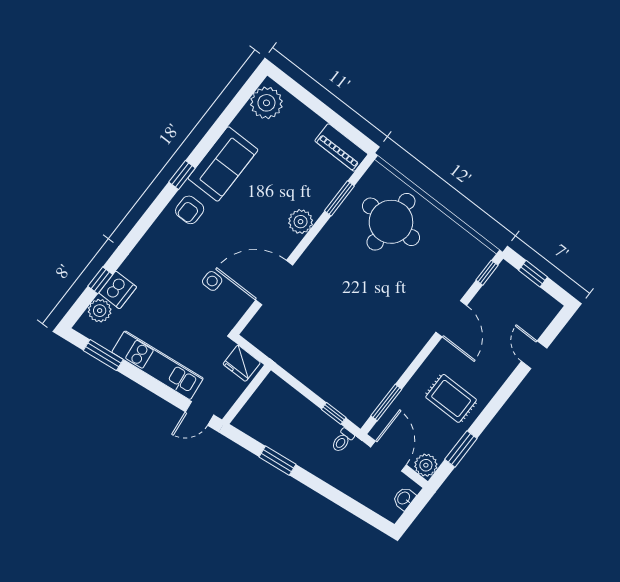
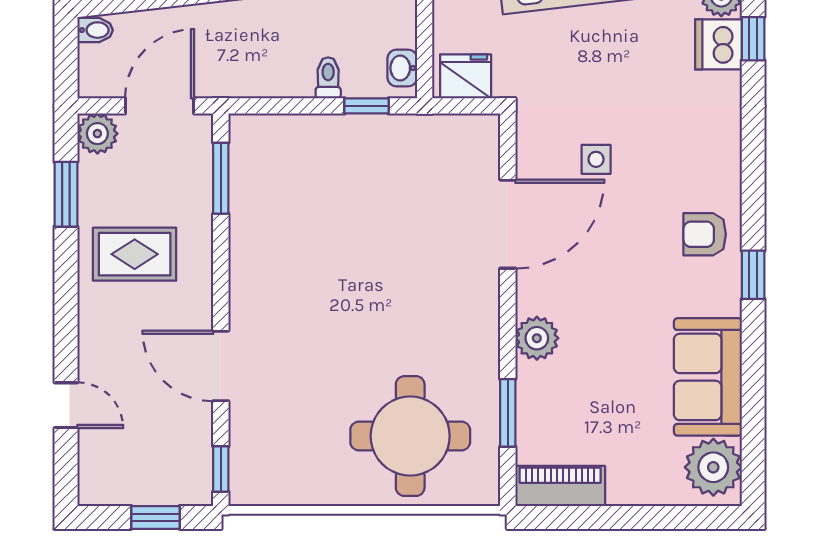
sofa: (223, 164) -> (708, 377), moved
armchair: (190, 210) -> (705, 234), turned -90
window: (334, 413) -> (367, 106), moved
toilet: (343, 440) -> (328, 78), moved
door: (389, 456) -> (160, 106), swing flipped
washbasin: (404, 498) -> (402, 68), moved, turned 180
bidet: (391, 512) -> (95, 30), added

